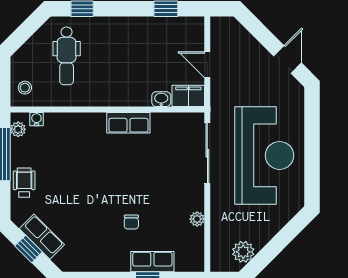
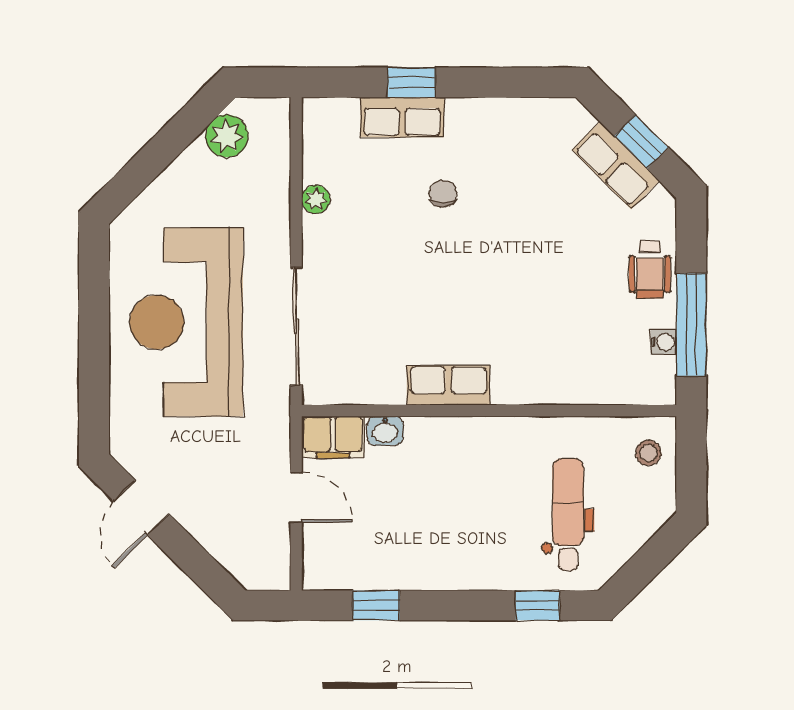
water cooler: (36, 119) -> (663, 342), moved, turned -90
plant: (18, 129) -> (662, 373), removed

